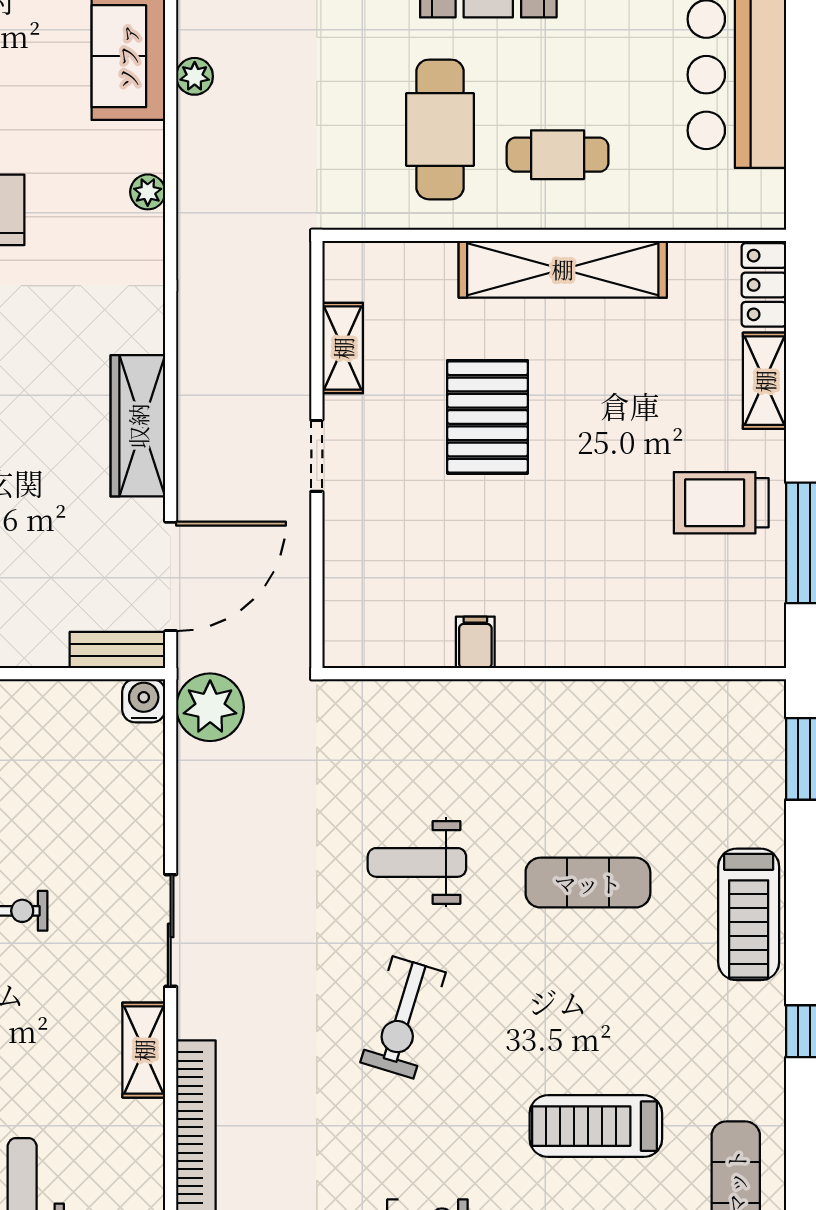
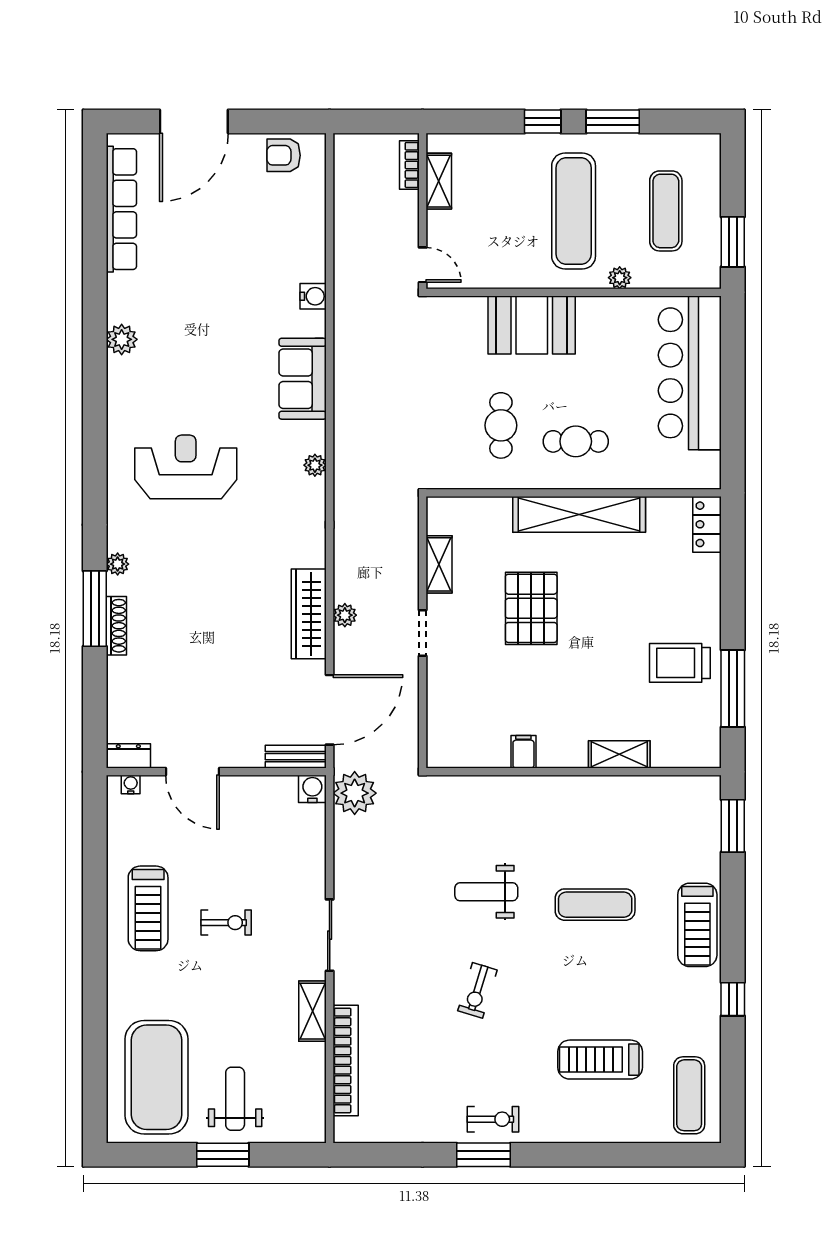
plant: (195, 76) -> (345, 615), moved
cafe table: (440, 129) -> (501, 425), width x0.73, depth x0.74
shelving: (765, 381) -> (619, 754), moved, turned 90
exercise bike: (403, 1017) -> (477, 990), width x0.73, depth x0.72

